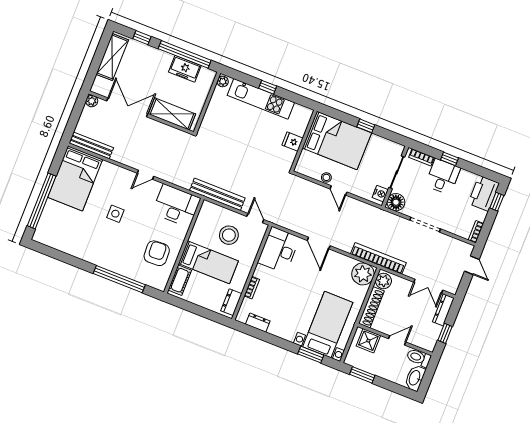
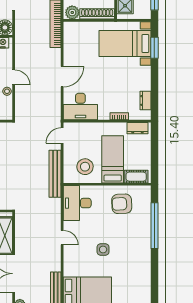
door: (338, 190) -> (14, 77), hinge flipped
stool: (229, 235) -> (85, 167), moved
plant: (363, 274) -> (73, 31), removed

